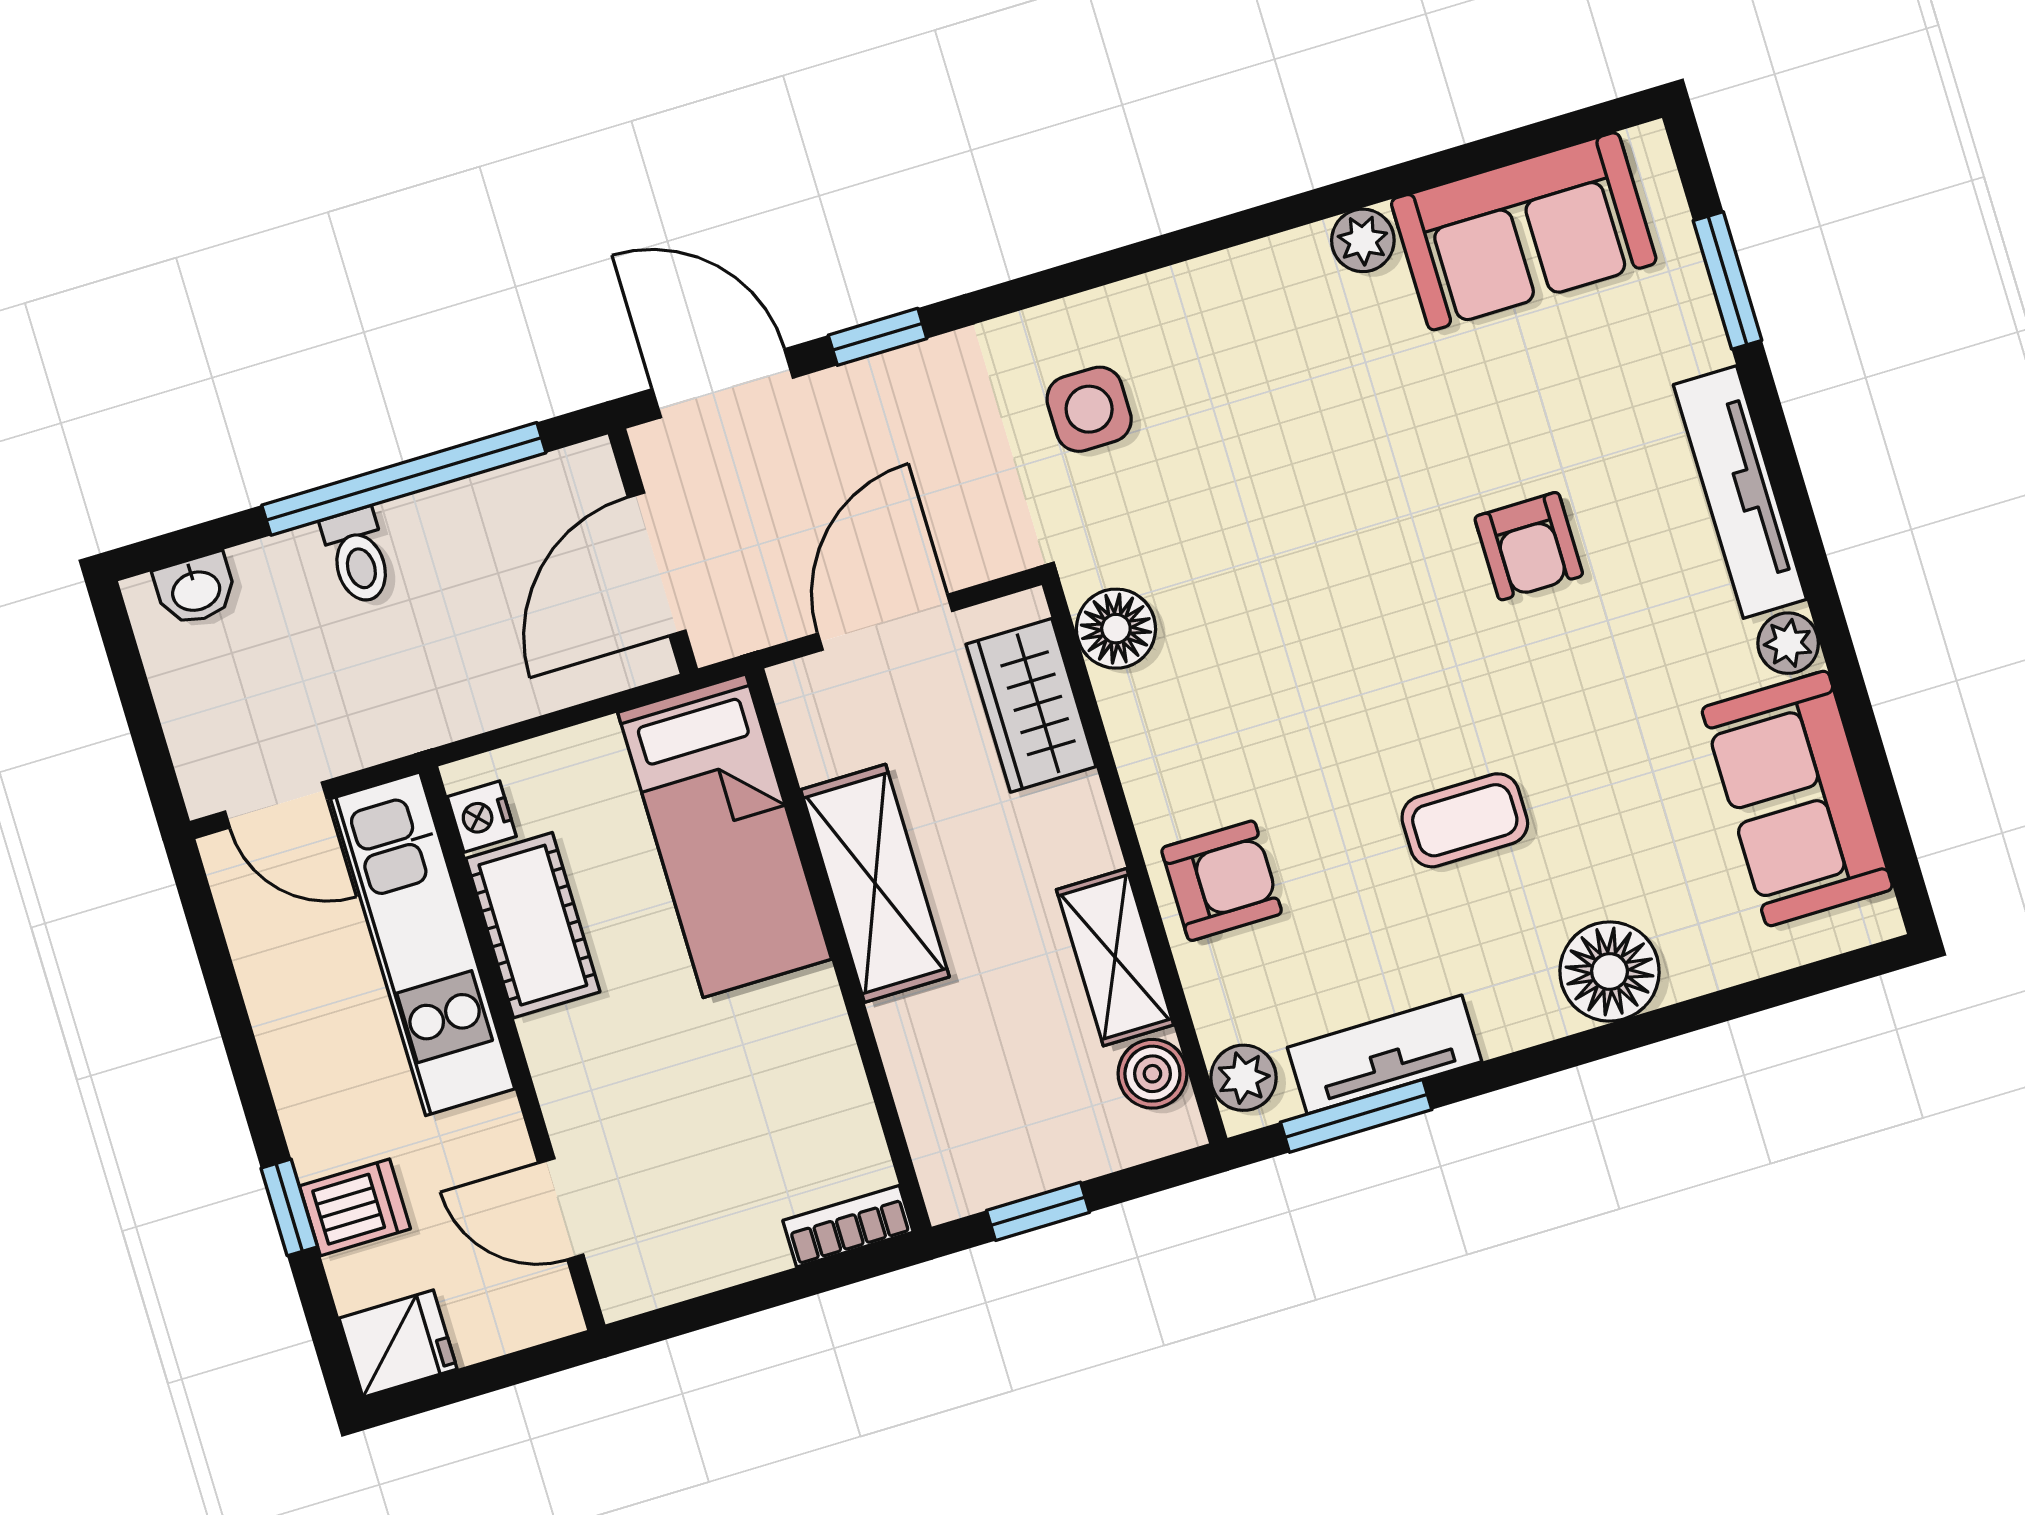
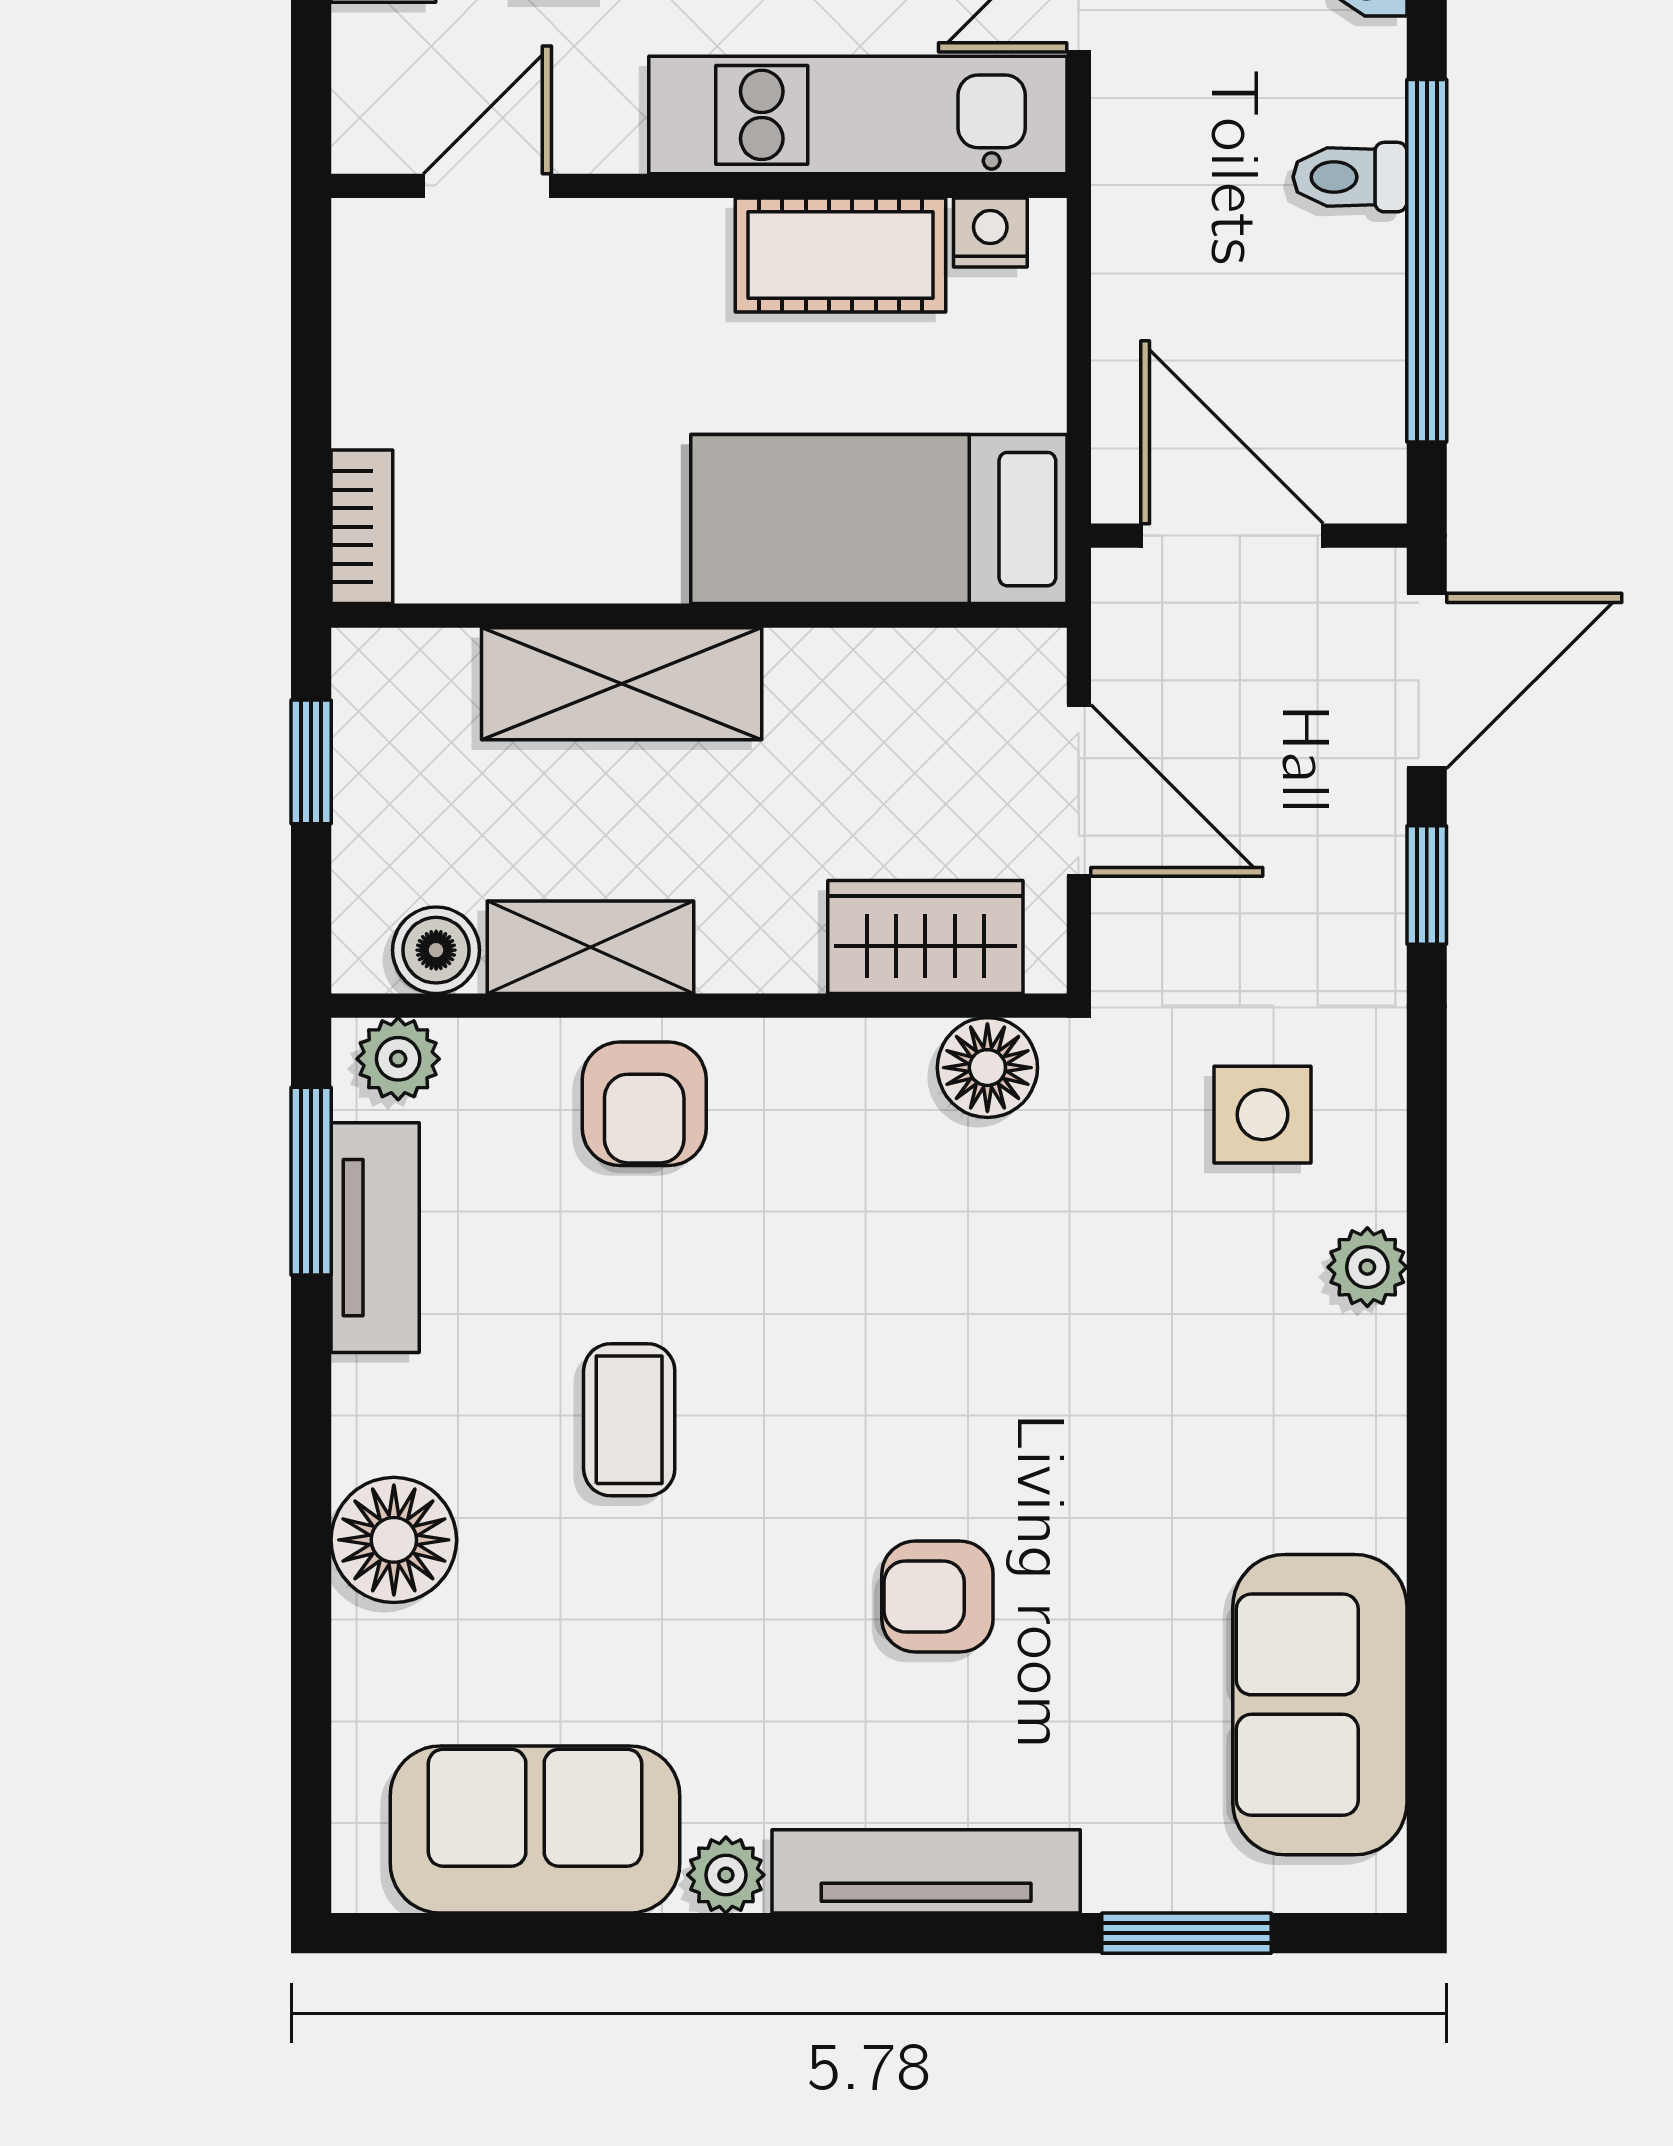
plant: (1363, 240) -> (1367, 1267), moved
shelving: (875, 883) -> (622, 684), moved

